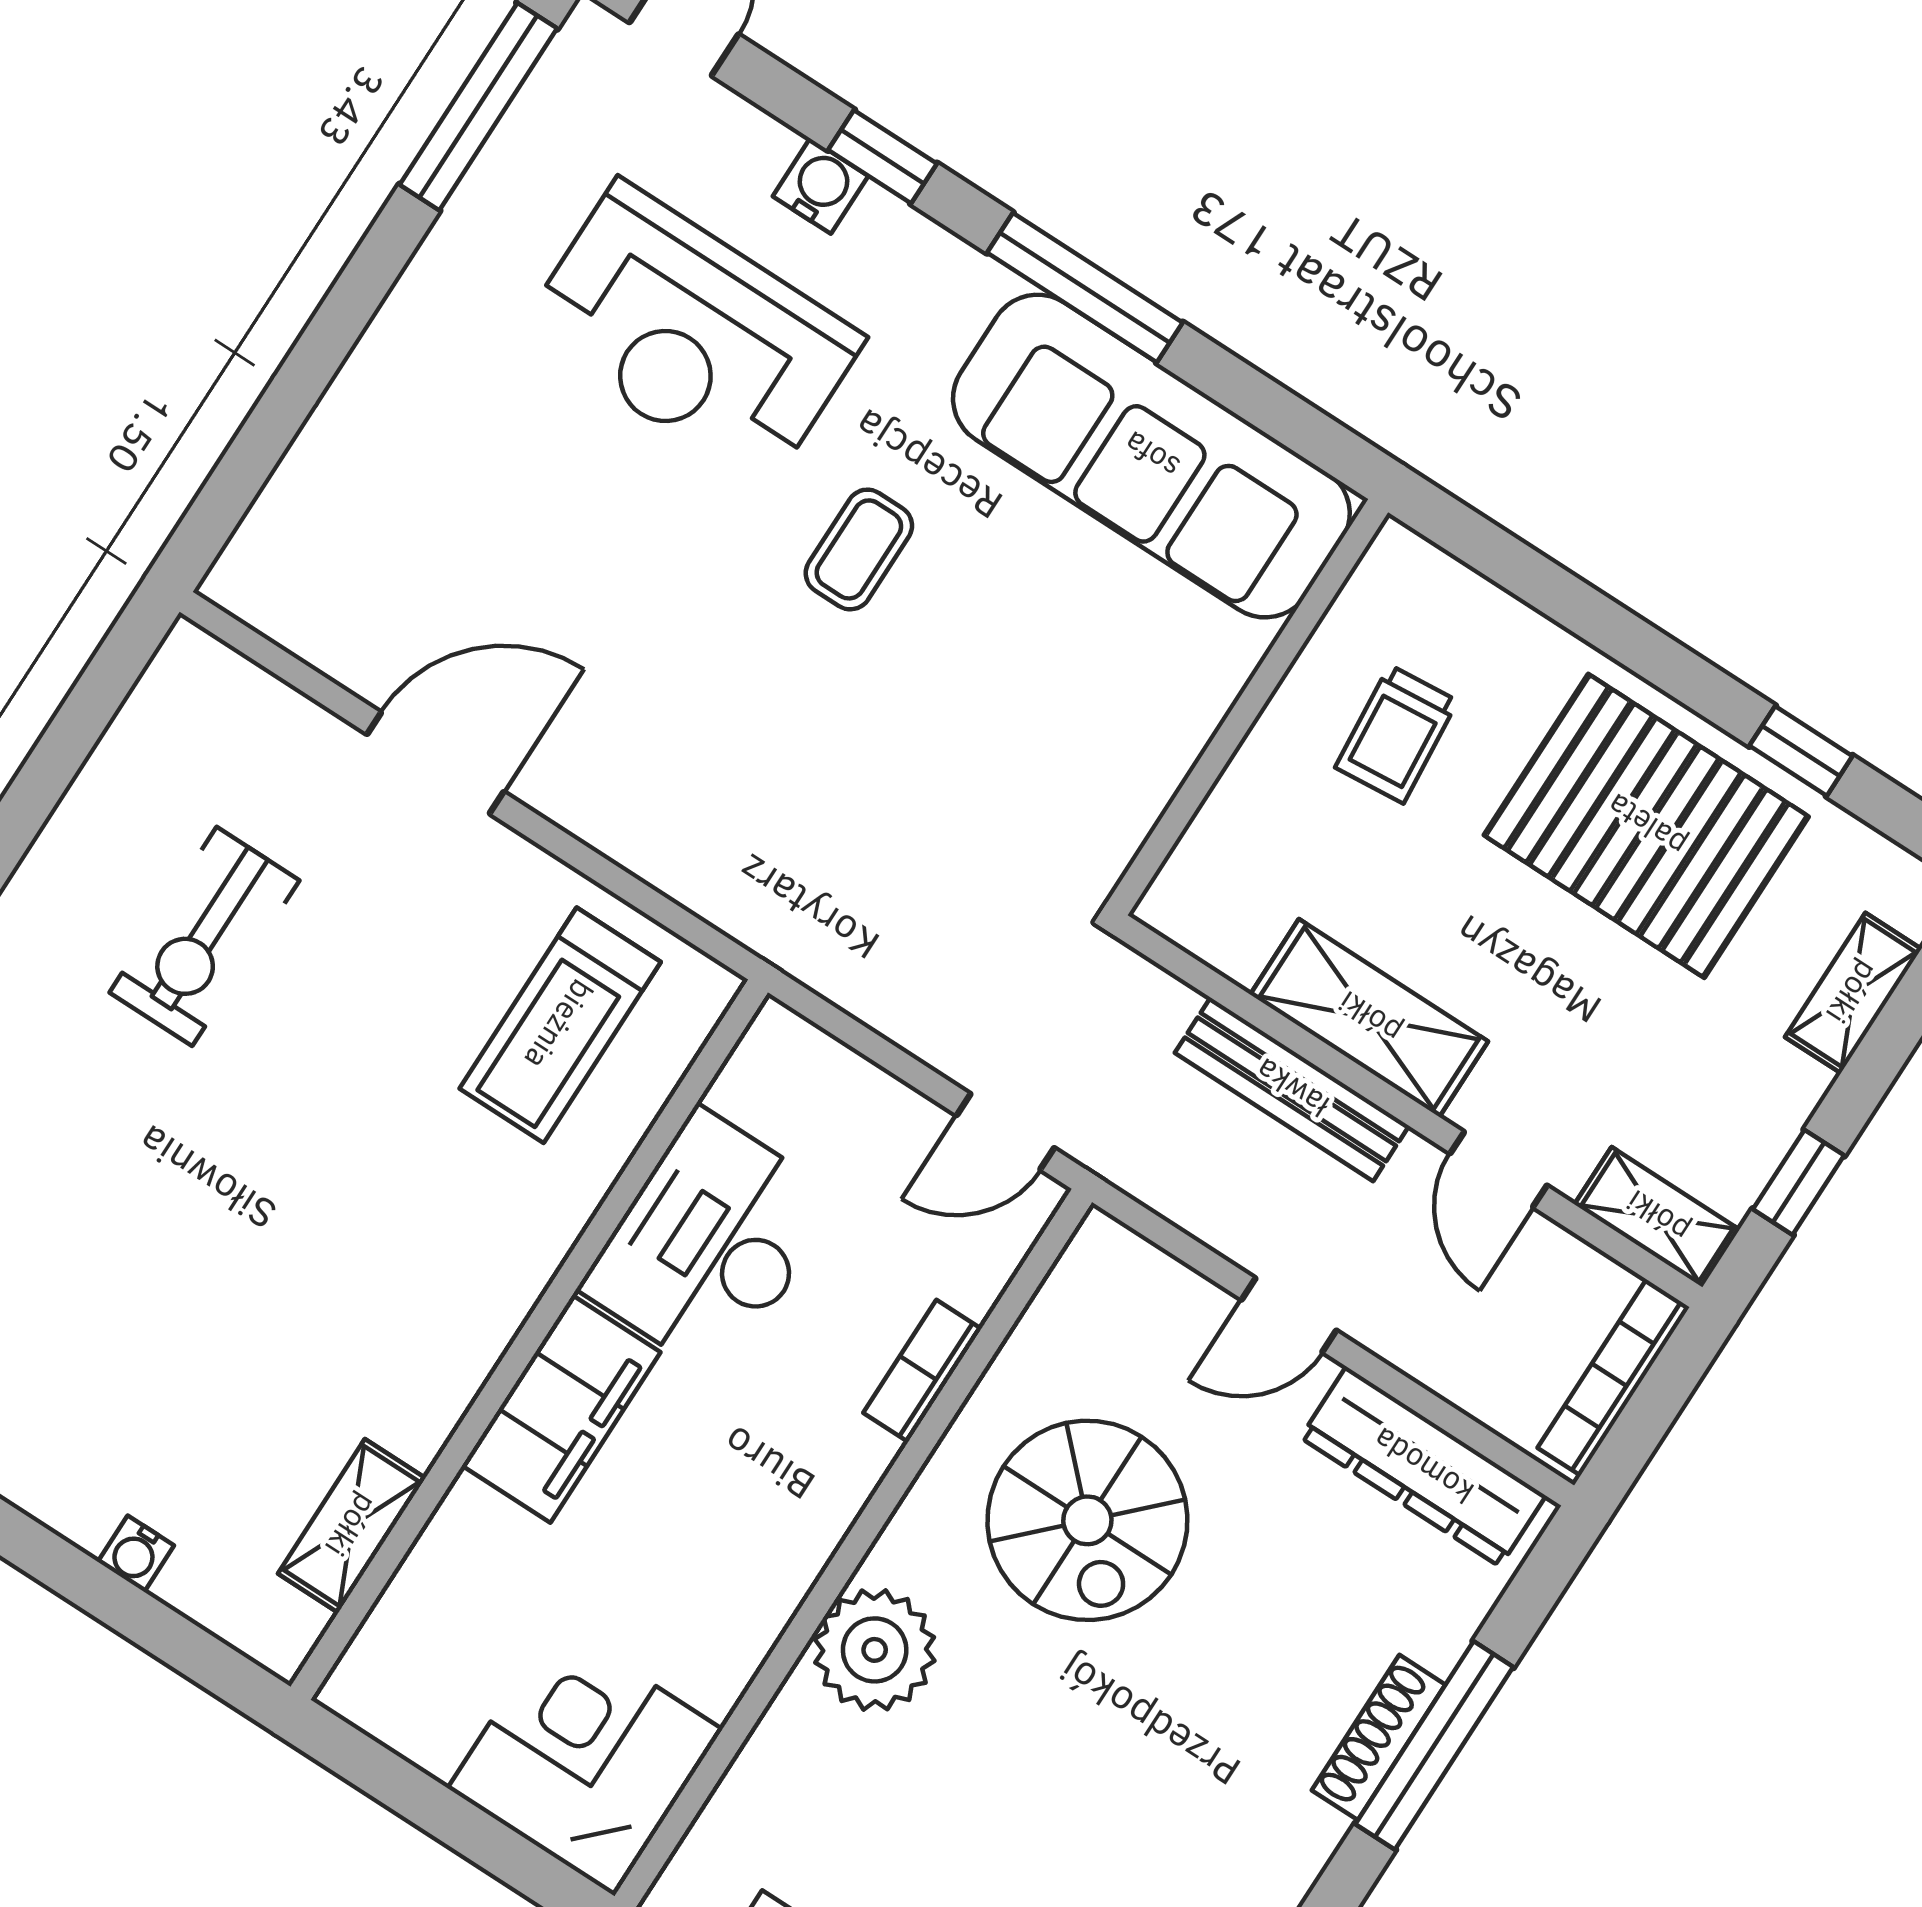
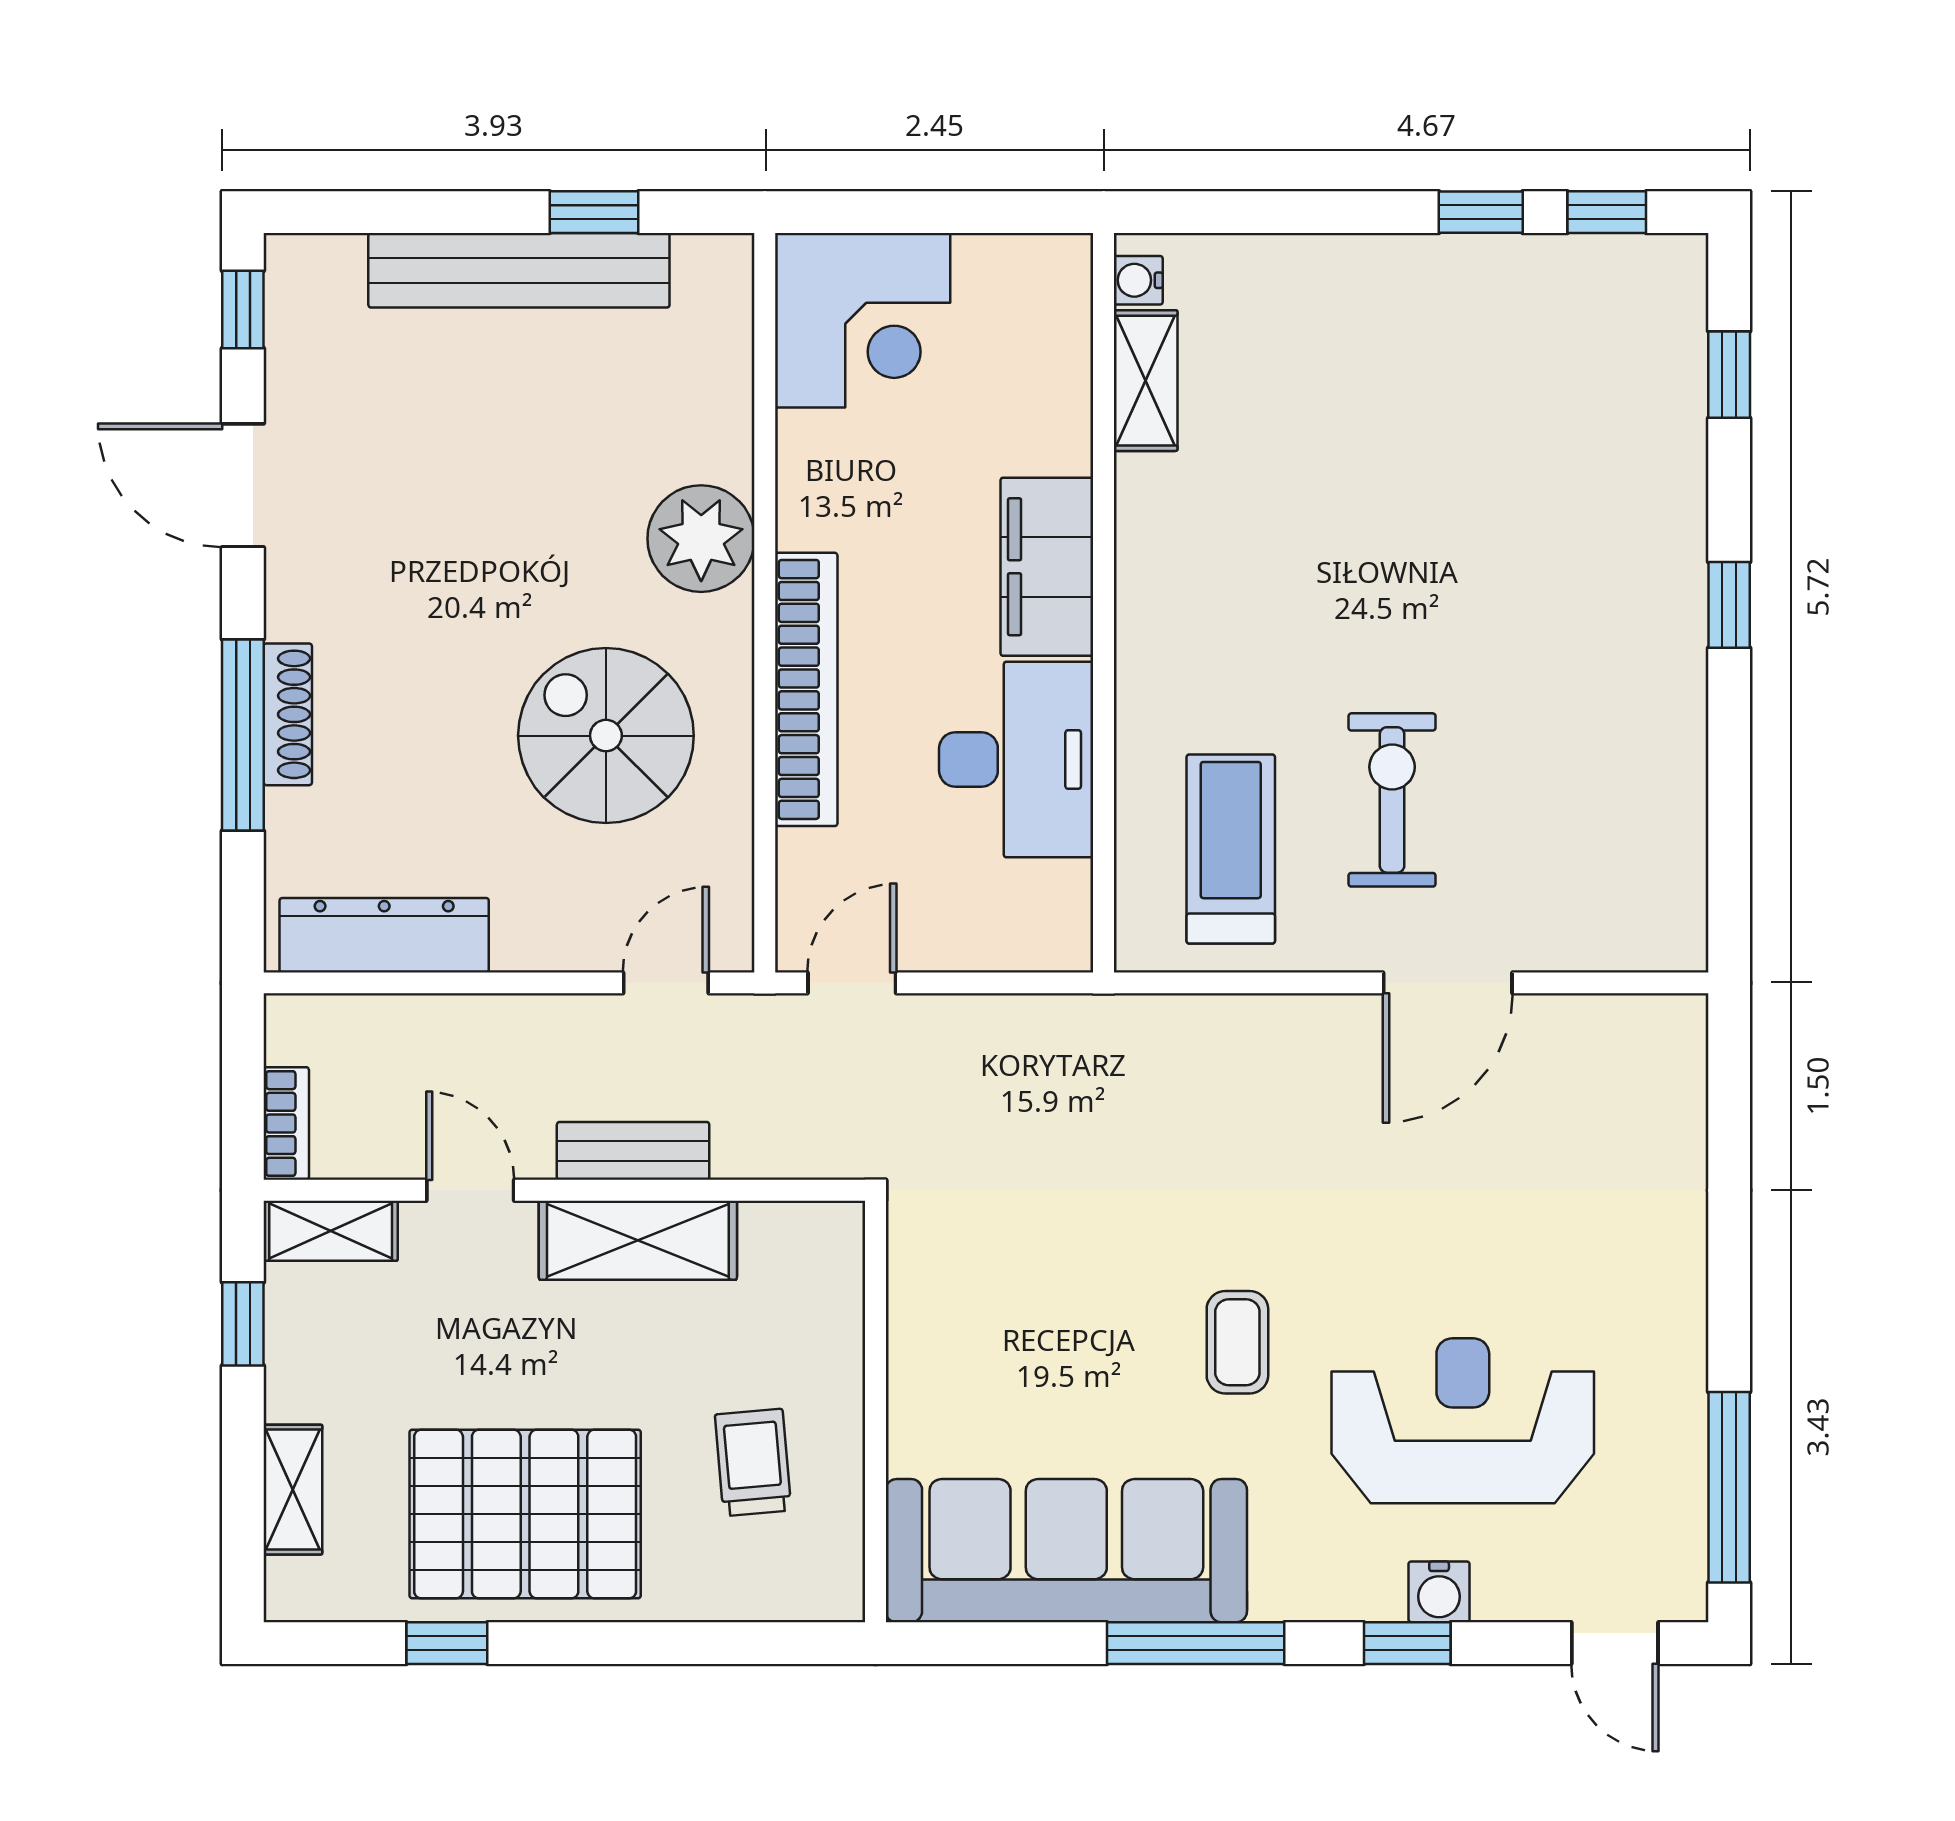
exercise bike: (204, 936) -> (1392, 800), moved
bench: (1292, 1089) -> (633, 1151), width x0.73
door: (1289, 1315) -> (666, 983), moved
bookcase: (922, 1371) -> (806, 689), width x2.31, depth x1.31
bookcase: (1614, 1377) -> (286, 1123), width x0.64
water cooler: (136, 1554) -> (1138, 280), moved, turned -90

